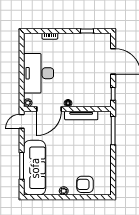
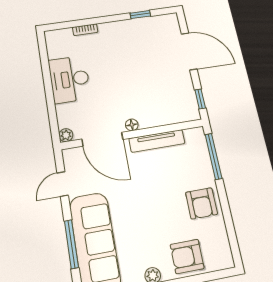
desk: (39, 73) -> (69, 79), width x0.73, depth x0.77
door: (49, 109) -> (102, 139), hinge flipped
door: (22, 121) -> (63, 184), moved
armchair: (100, 157) -> (201, 203), added

